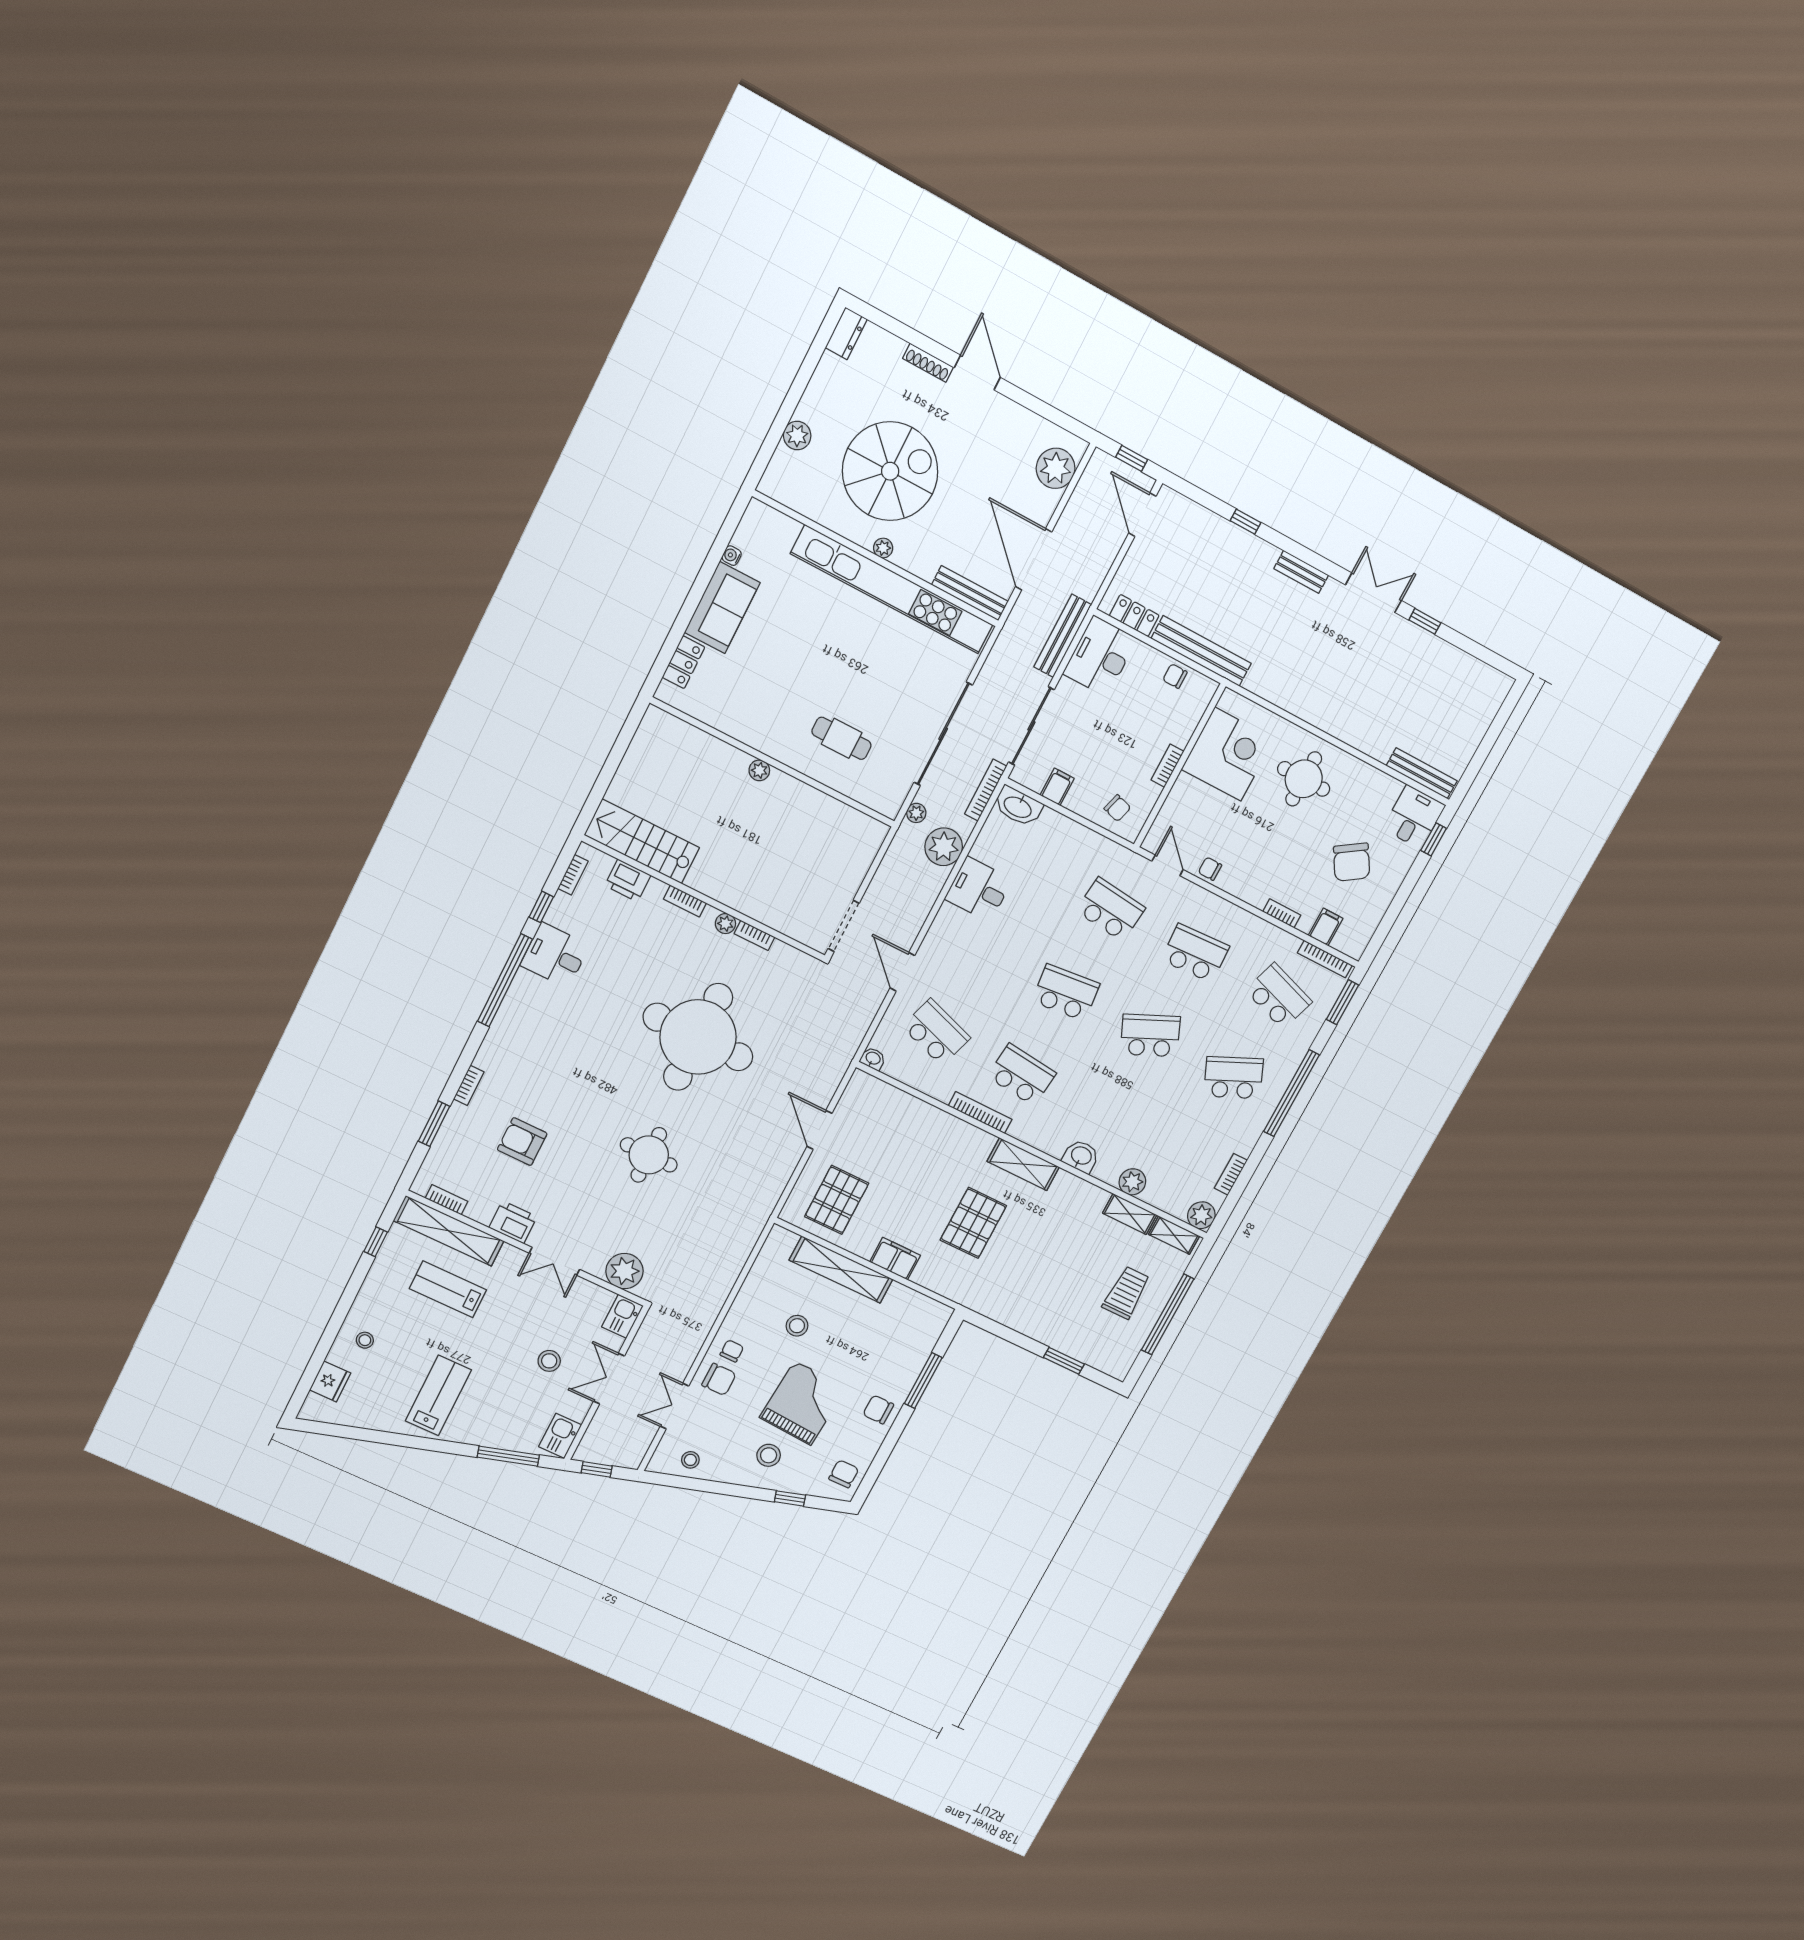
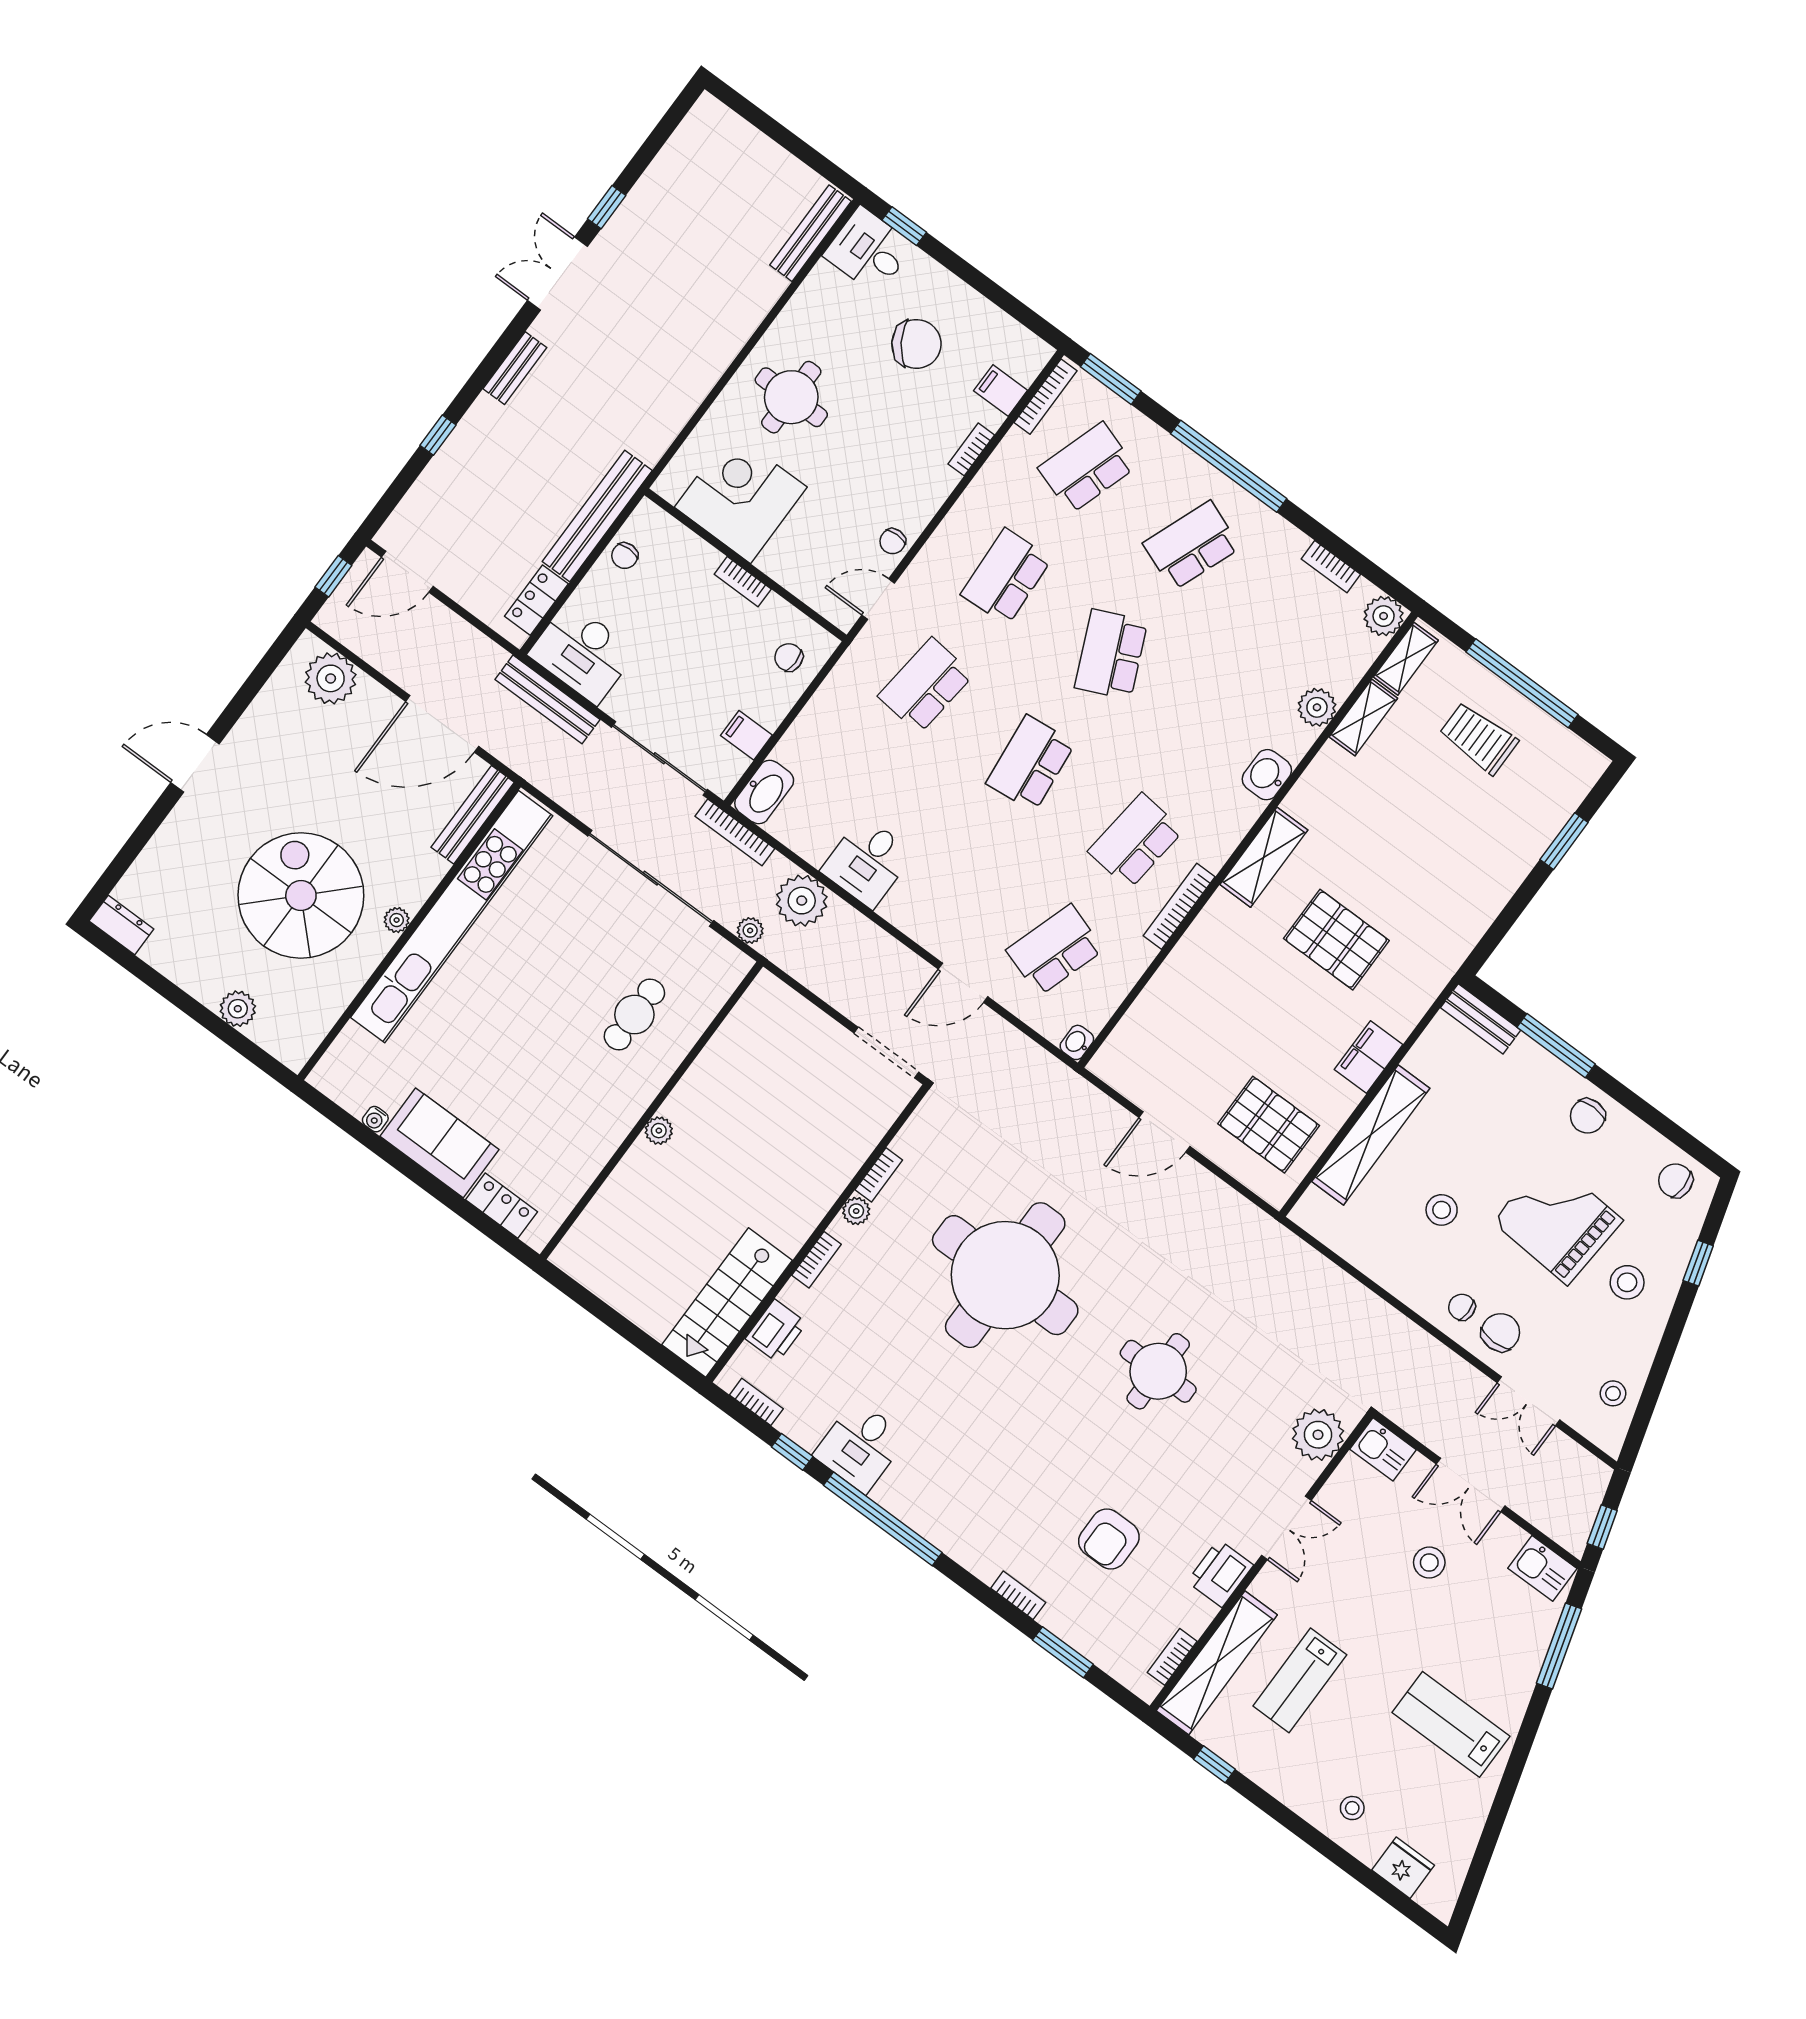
shoe rack: (928, 363) -> (173, 825), removed
chair: (1117, 808) -> (789, 657), turned -106
school desk: (1233, 1078) -> (1192, 545), turned 45
bench: (934, 1328) -> (1481, 1019), added

